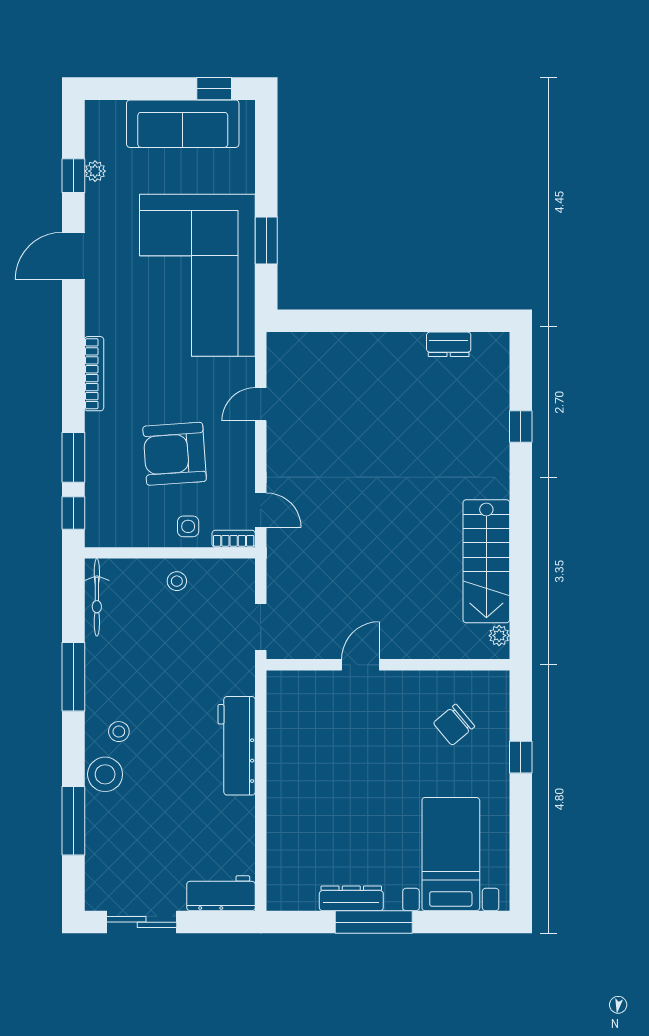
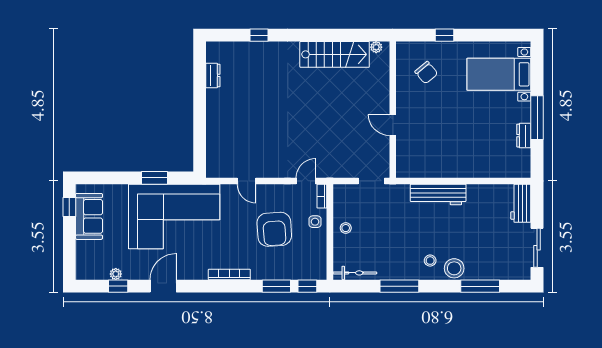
sofa: (183, 124) -> (89, 216), width x0.73
door: (73, 256) -> (163, 286), swing flipped
dresser: (351, 898) -> (524, 136), width x0.70

